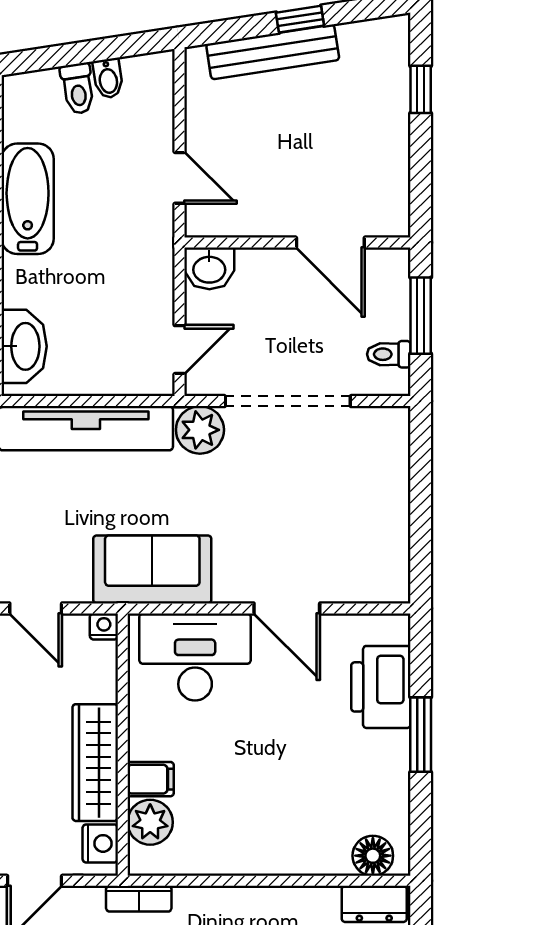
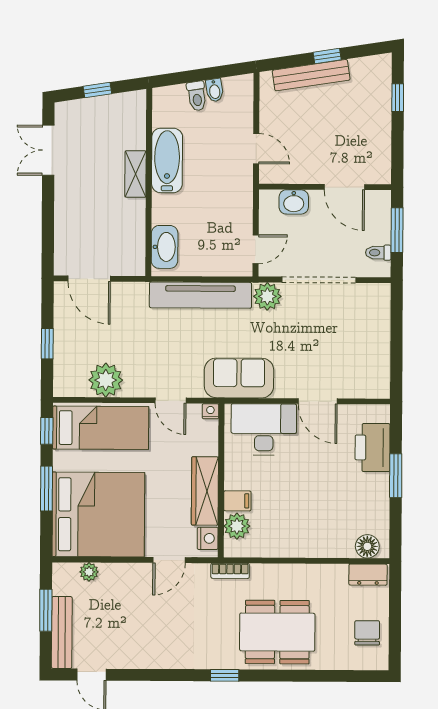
washbasin: (209, 268) -> (294, 202), moved

